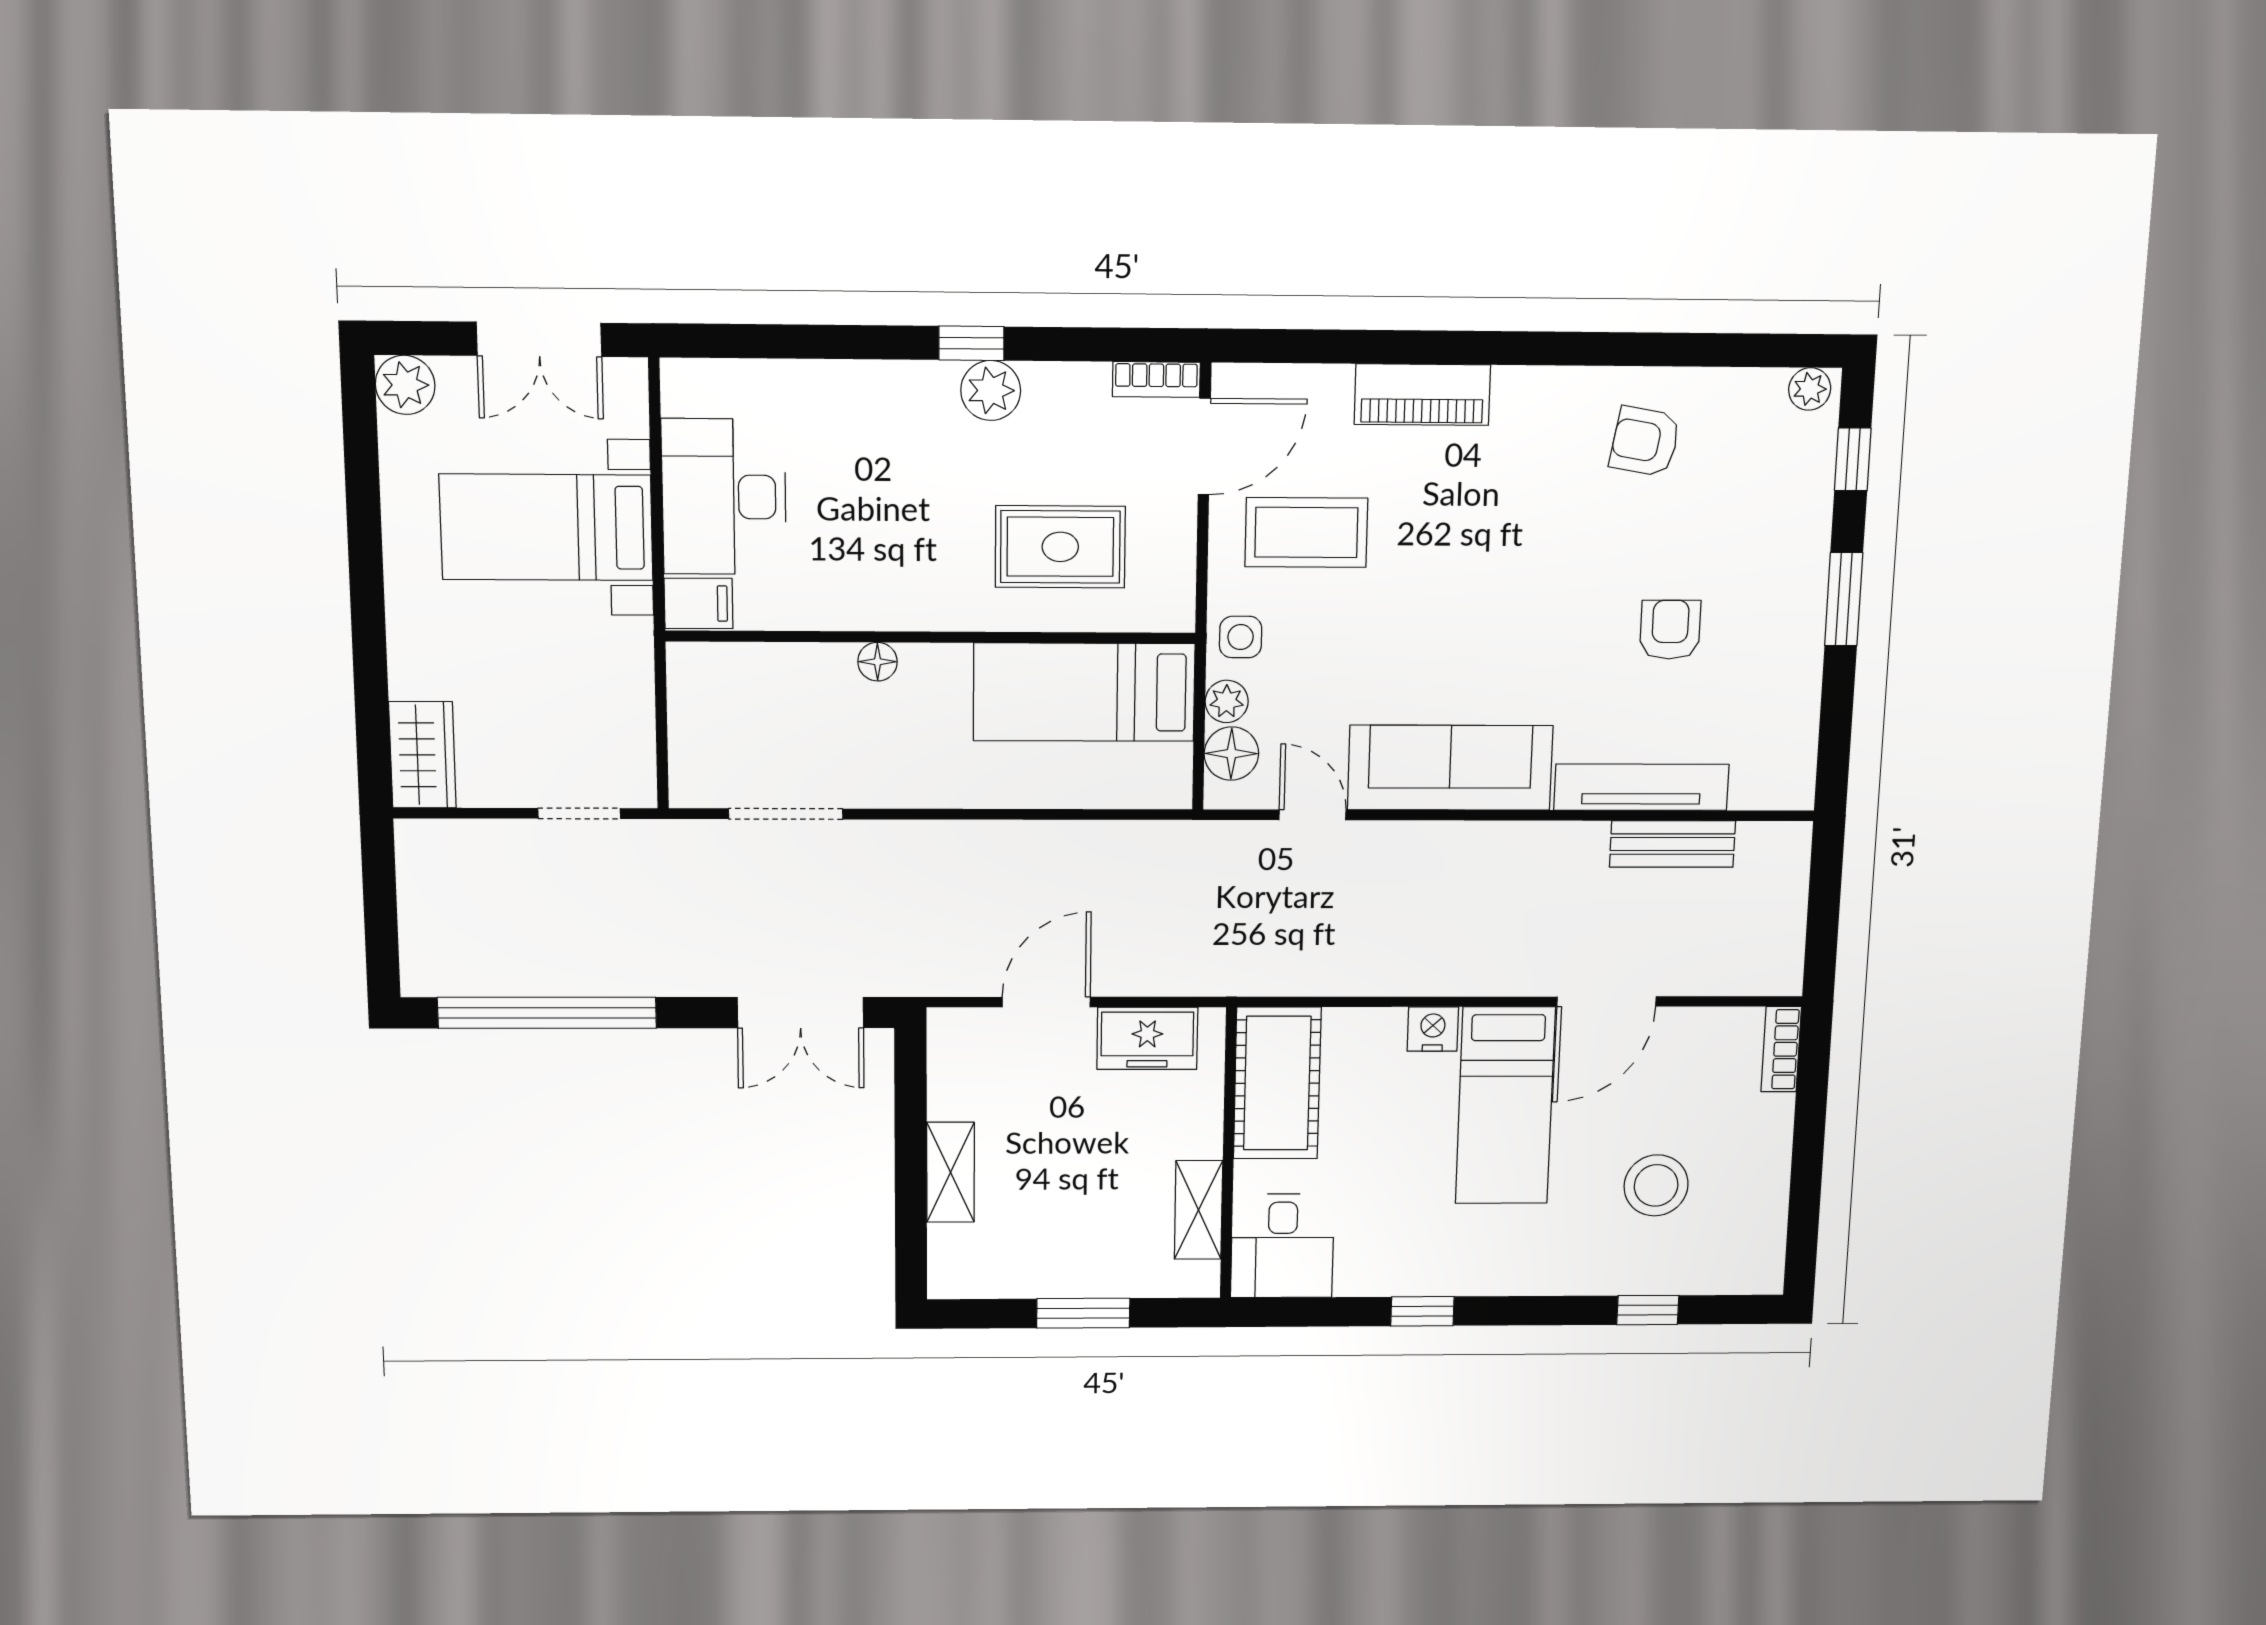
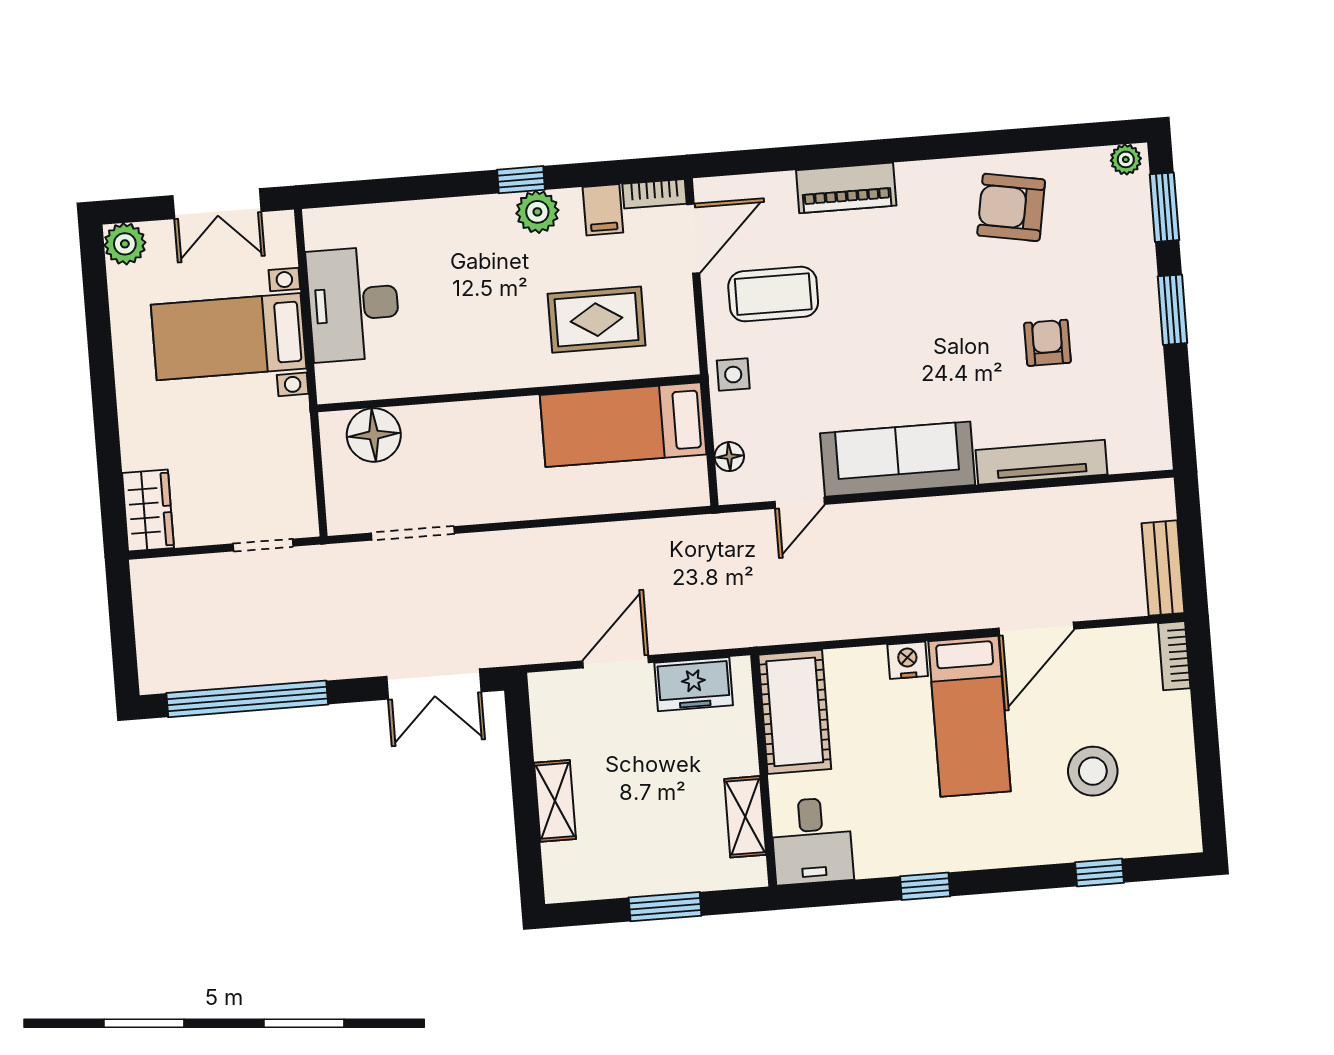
armchair: (1645, 441) -> (1011, 207), width x1.38, depth x1.38
window: (1853, 459) -> (1164, 207), width x1.50
filing cabinet: (699, 603) -> (603, 210), moved, turned 90
floor lamp: (878, 662) -> (374, 435), moved, width x1.89, depth x1.89
plant: (1227, 701) -> (728, 423), removed
floor lamp: (1231, 754) -> (729, 457), width x0.73, depth x0.73
door: (1312, 815) -> (800, 503), swing flipped
bench: (1672, 844) -> (1163, 568), moved, turned 90

